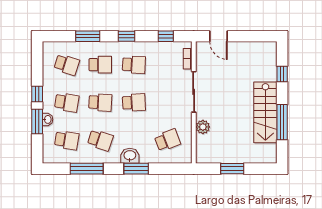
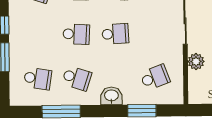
school desk: (67, 102) -> (37, 35), removed
washbasin: (48, 119) -> (15, 55), removed
window: (136, 169) -> (142, 111), moved

